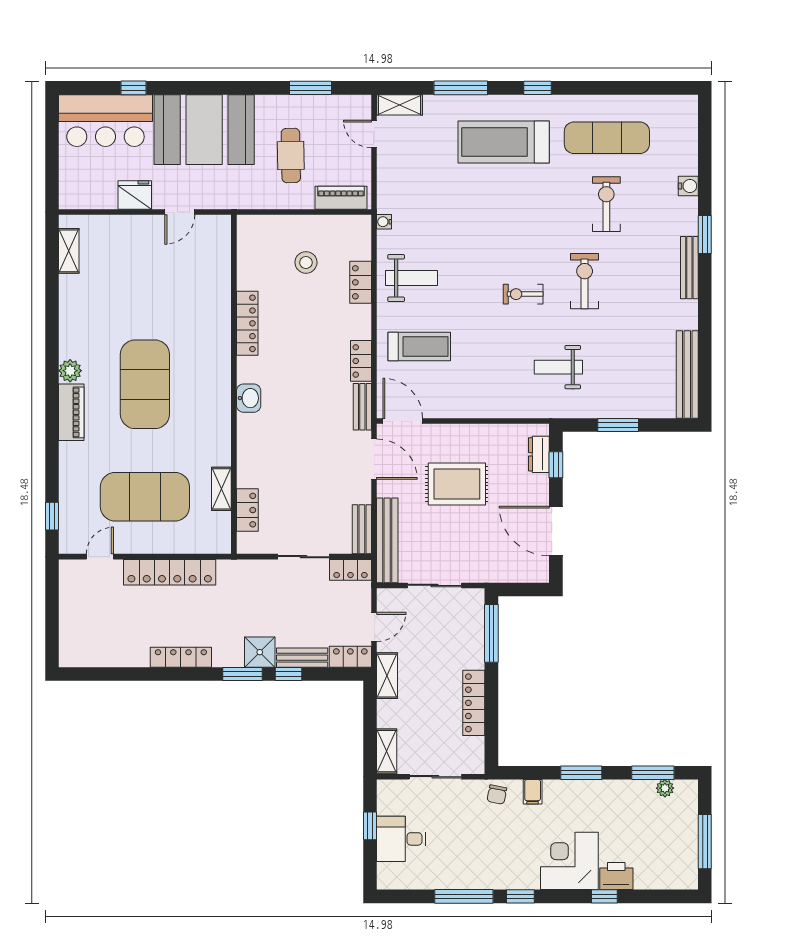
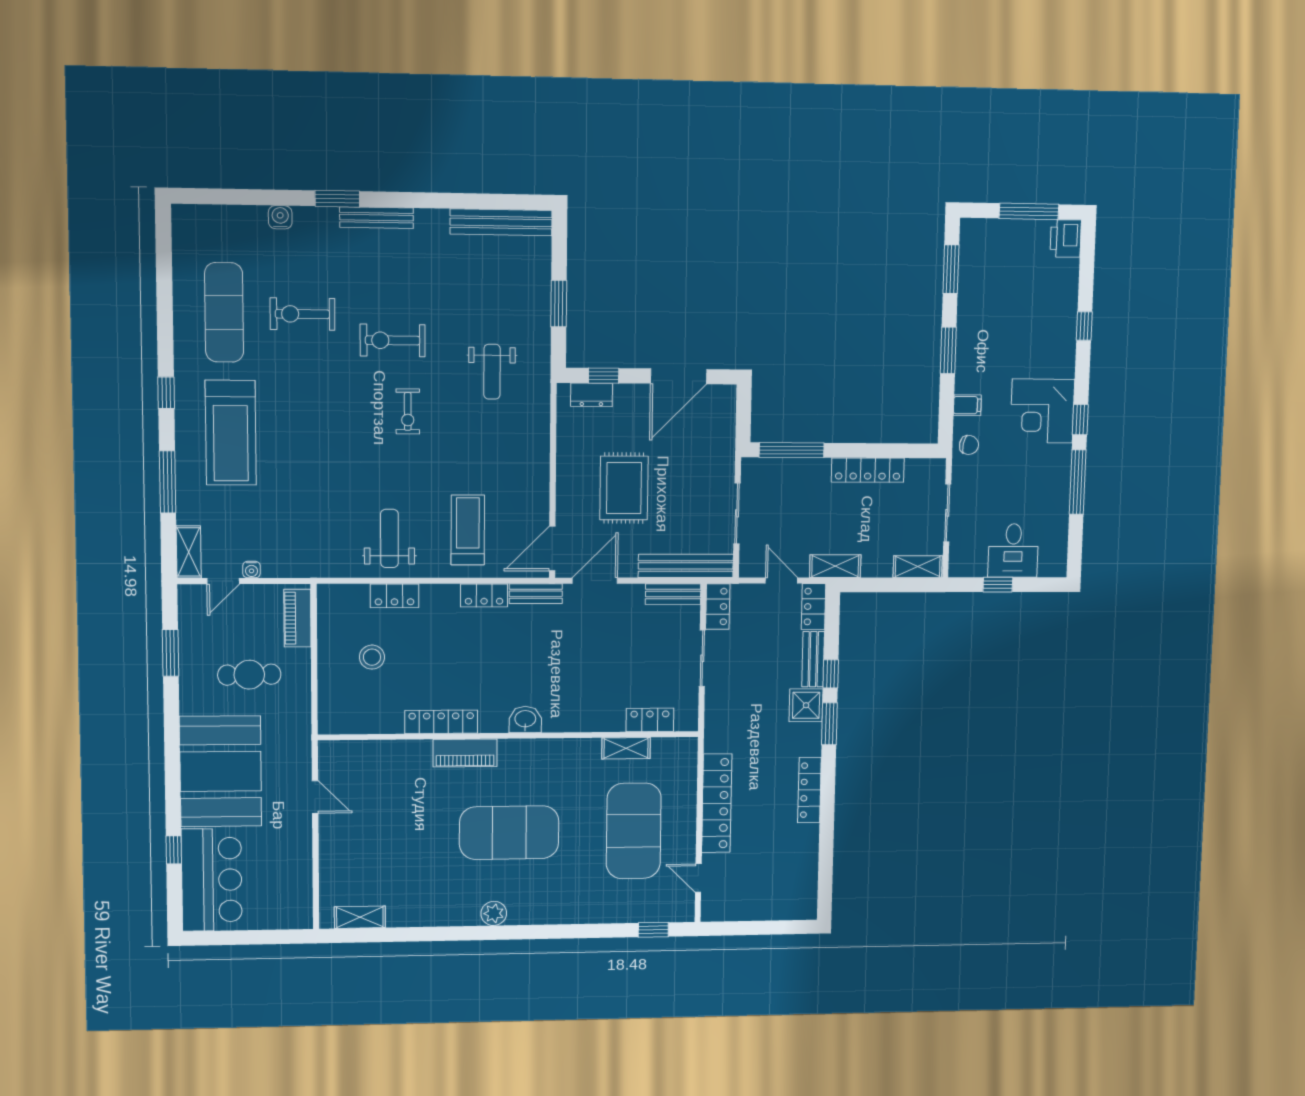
fridge: (135, 195) -> (296, 847), removed
water cooler: (384, 222) -> (251, 570), moved
piano: (71, 412) -> (465, 753), moved, turned 180
plant: (665, 788) -> (968, 256), removed
corner desk: (569, 861) -> (1042, 411), moved
printer: (616, 876) -> (1066, 238), moved

